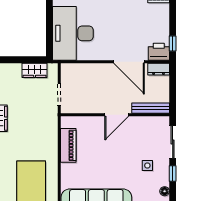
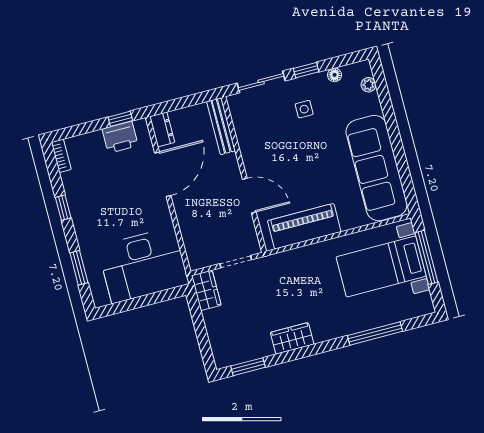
printer: (159, 52) -> (120, 137), moved, turned -90
wardrobe: (35, 70) -> (206, 290), moved
door: (117, 115) -> (249, 196), moved
piano: (68, 145) -> (304, 226), width x1.37, depth x1.33

